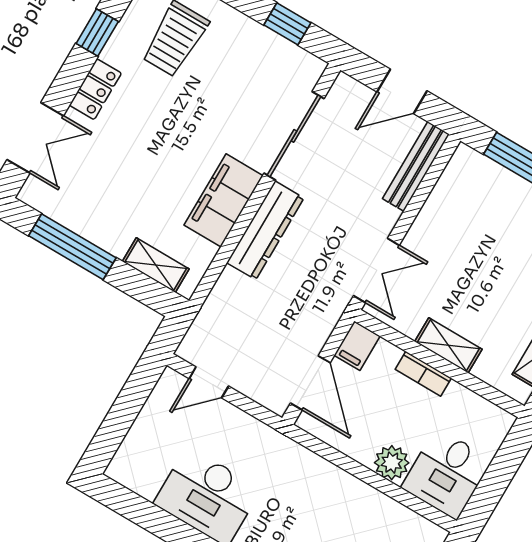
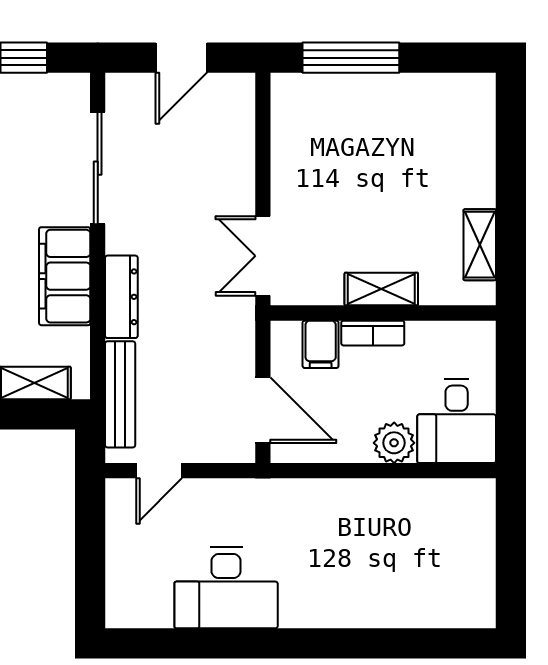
bench: (416, 166) -> (120, 394), moved
dresser: (265, 230) -> (121, 297), width x0.73, depth x0.80
double door: (376, 271) -> (263, 256), swing flipped
filing cabinet: (357, 346) -> (321, 344), moved

